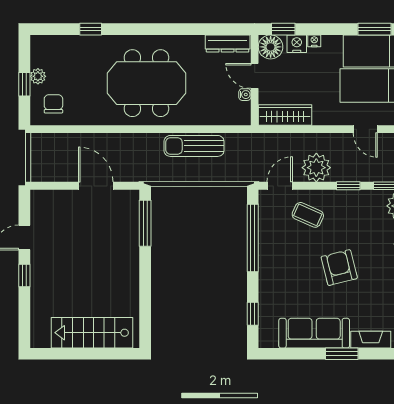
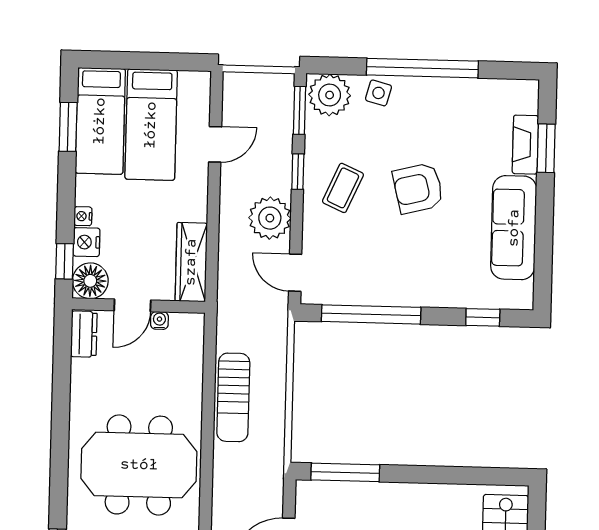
dresser: (228, 43) -> (84, 334), width x0.70
meeting table: (146, 83) -> (139, 465), turned 90
coffee table: (308, 215) -> (343, 188), moved
window: (342, 354) -> (546, 148), moved

